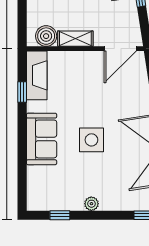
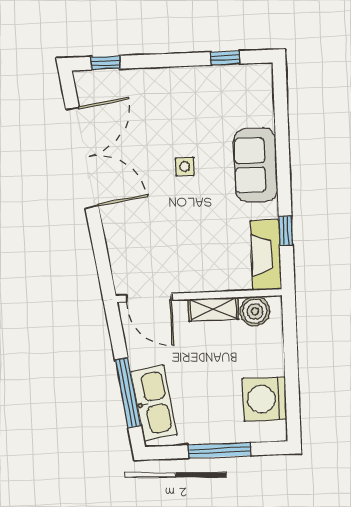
door: (120, 49) -> (149, 298), swing flipped
side table: (91, 140) -> (185, 167), width x0.54, depth x0.54
plant: (91, 204) -> (181, 76), removed

